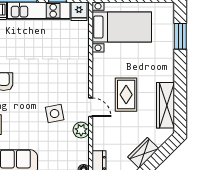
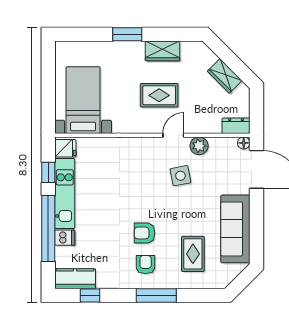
window: (180, 36) -> (127, 34), moved
wardrobe: (165, 105) -> (163, 51), width x0.67

